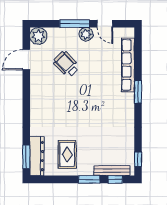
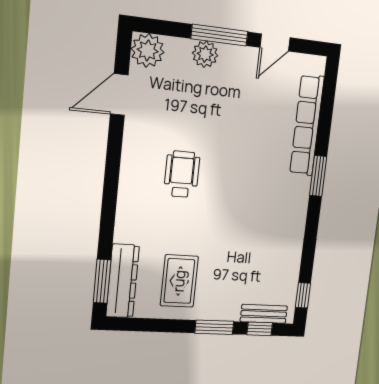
door: (105, 24) -> (275, 43), hinge flipped
plant: (86, 34) -> (205, 54), moved
wheelchair: (66, 64) -> (182, 174), moved, turned 44
bench: (112, 171) -> (264, 314), width x0.73

